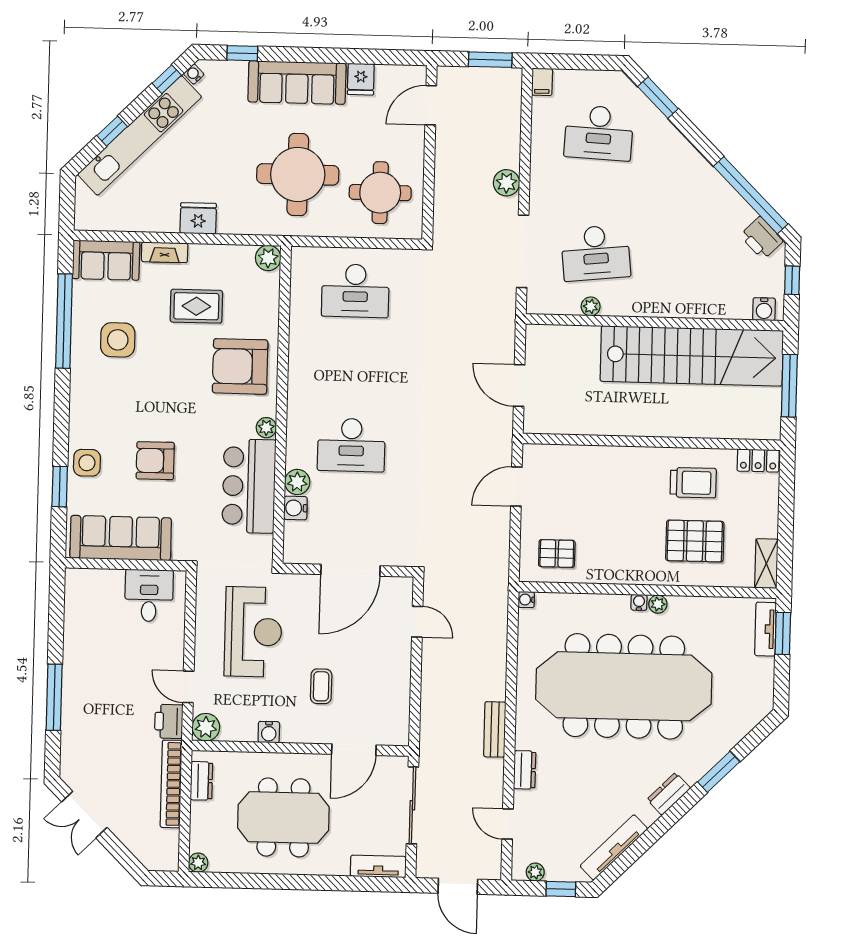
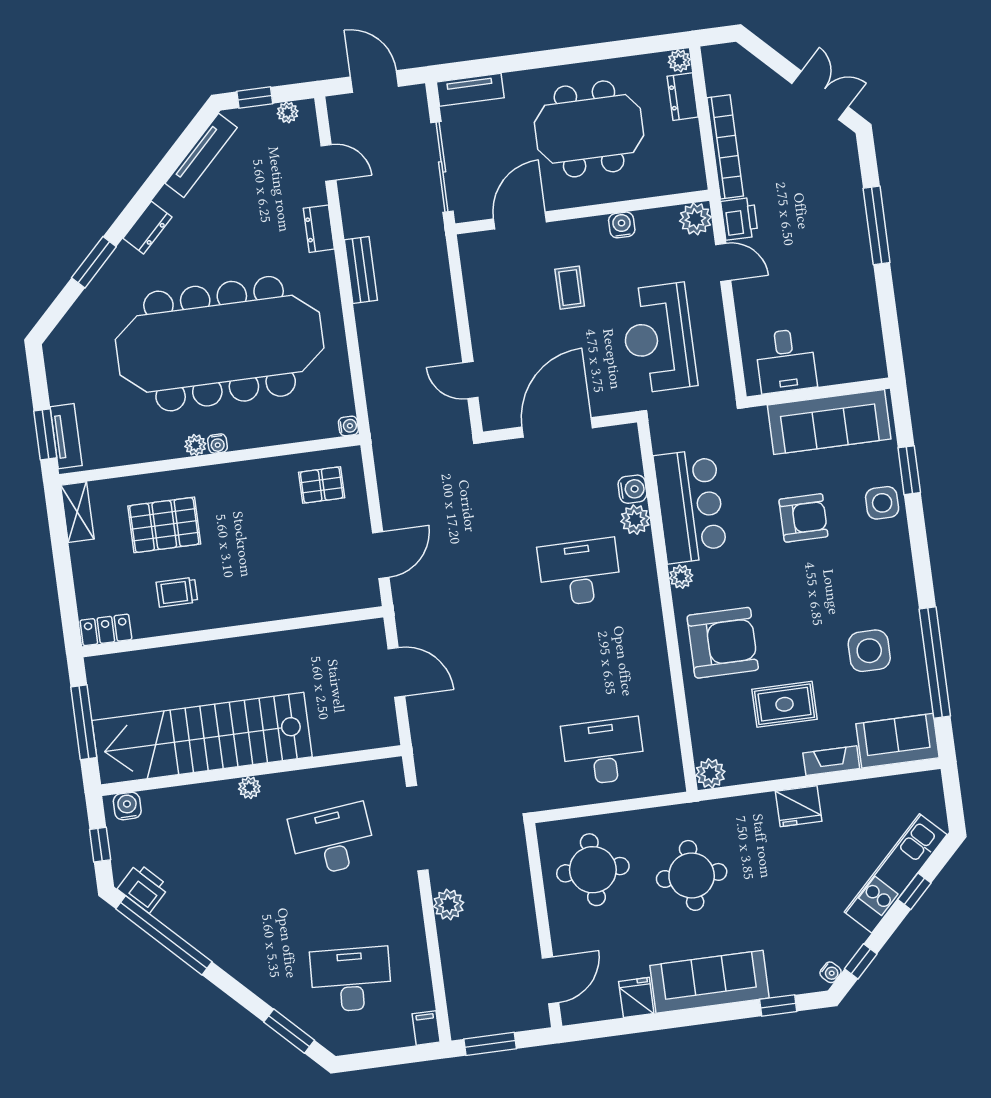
kitchen unit: (140, 136) -> (896, 873), width x0.73
round table: (298, 174) -> (692, 875), width x0.73, depth x0.73
plant: (591, 306) -> (249, 788), moved
trolley: (693, 483) -> (177, 592), width x0.73, depth x0.72
dresser: (201, 781) -> (683, 97), moved

